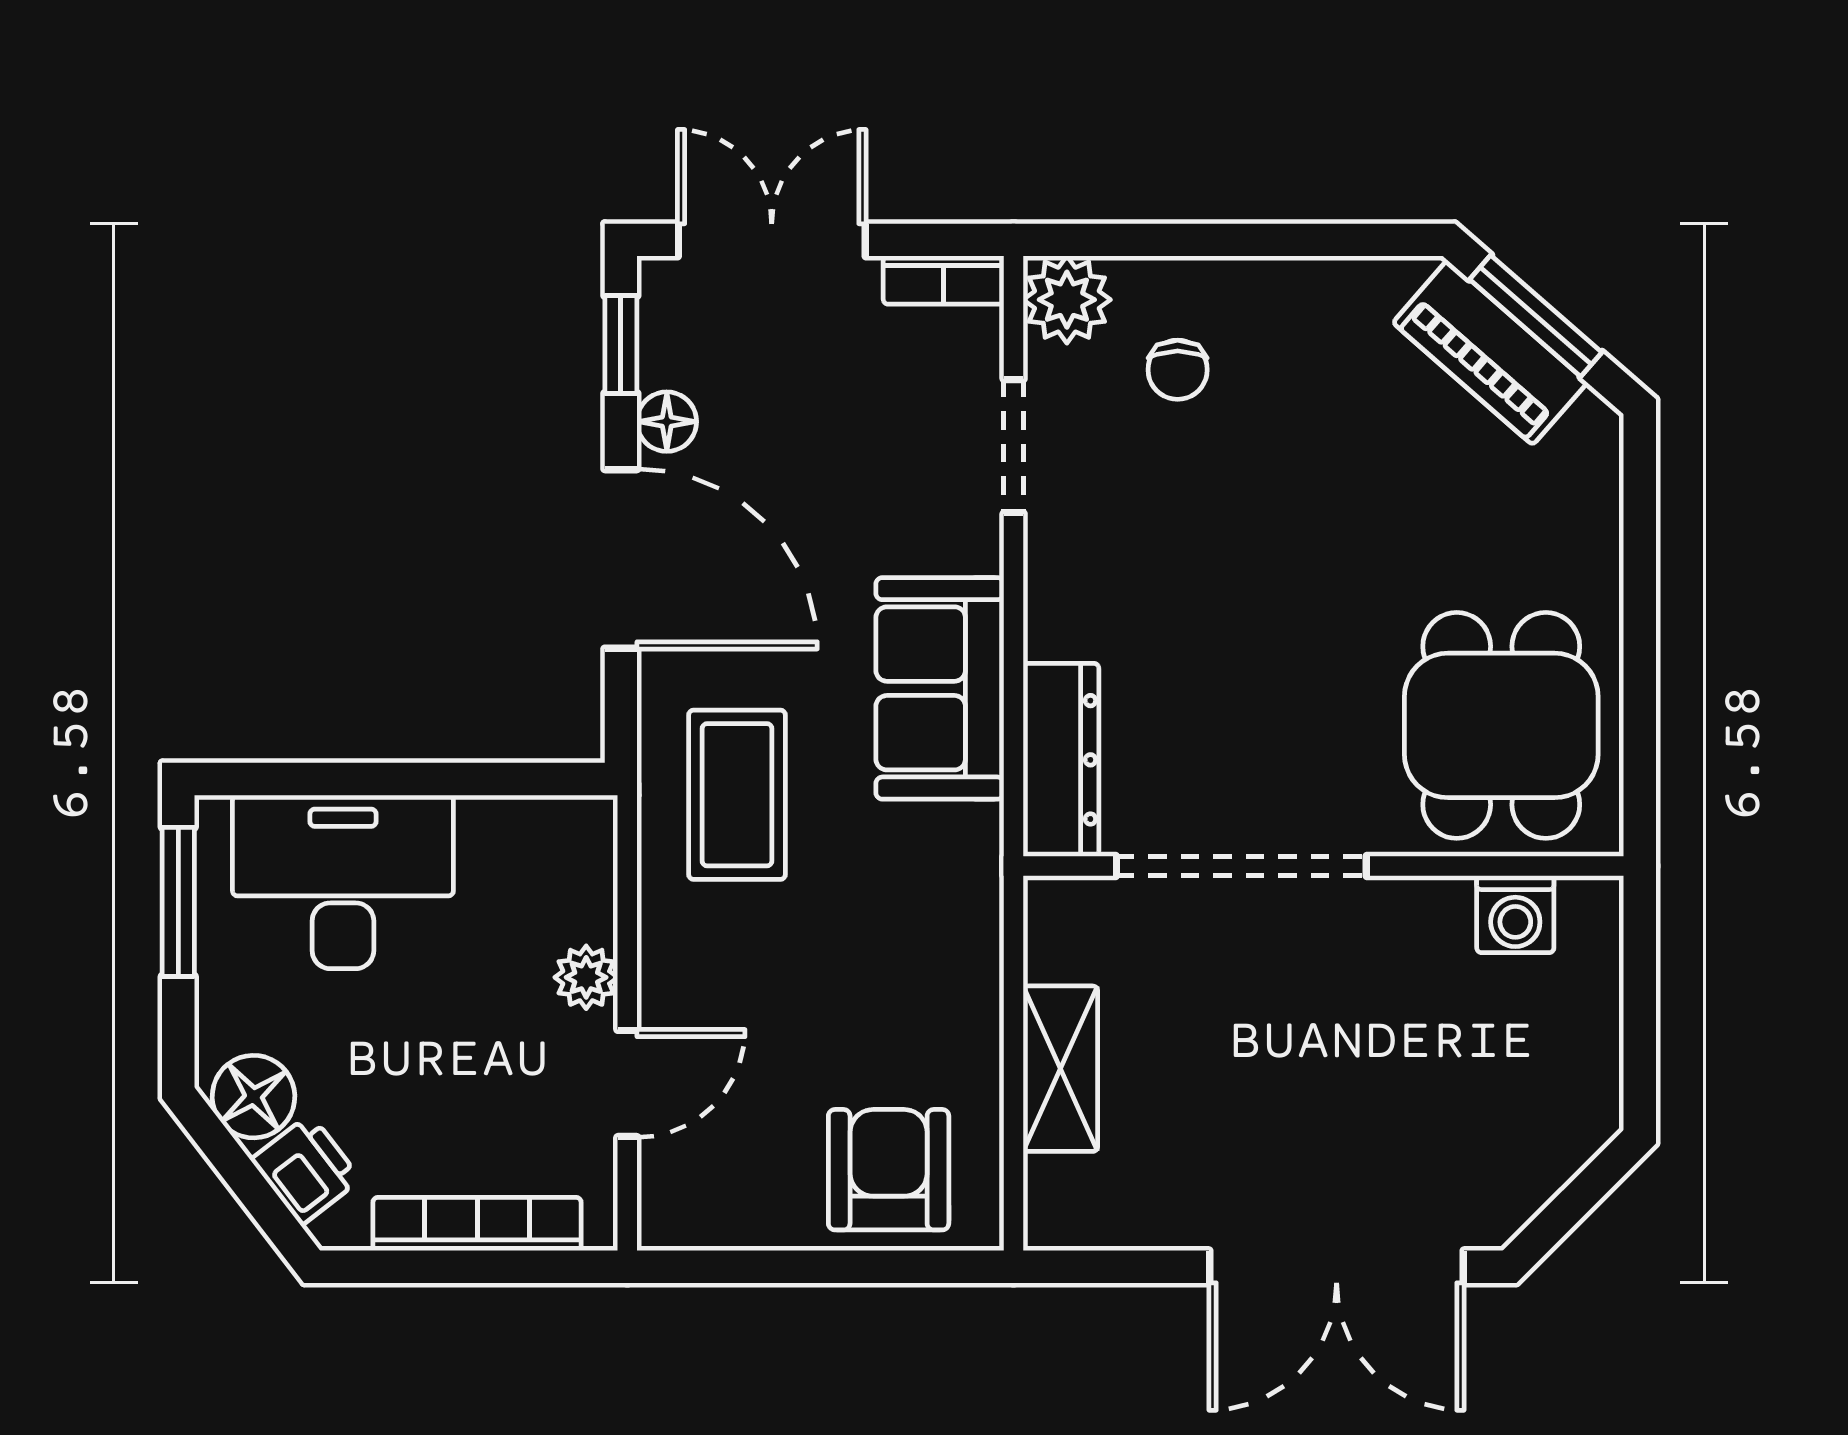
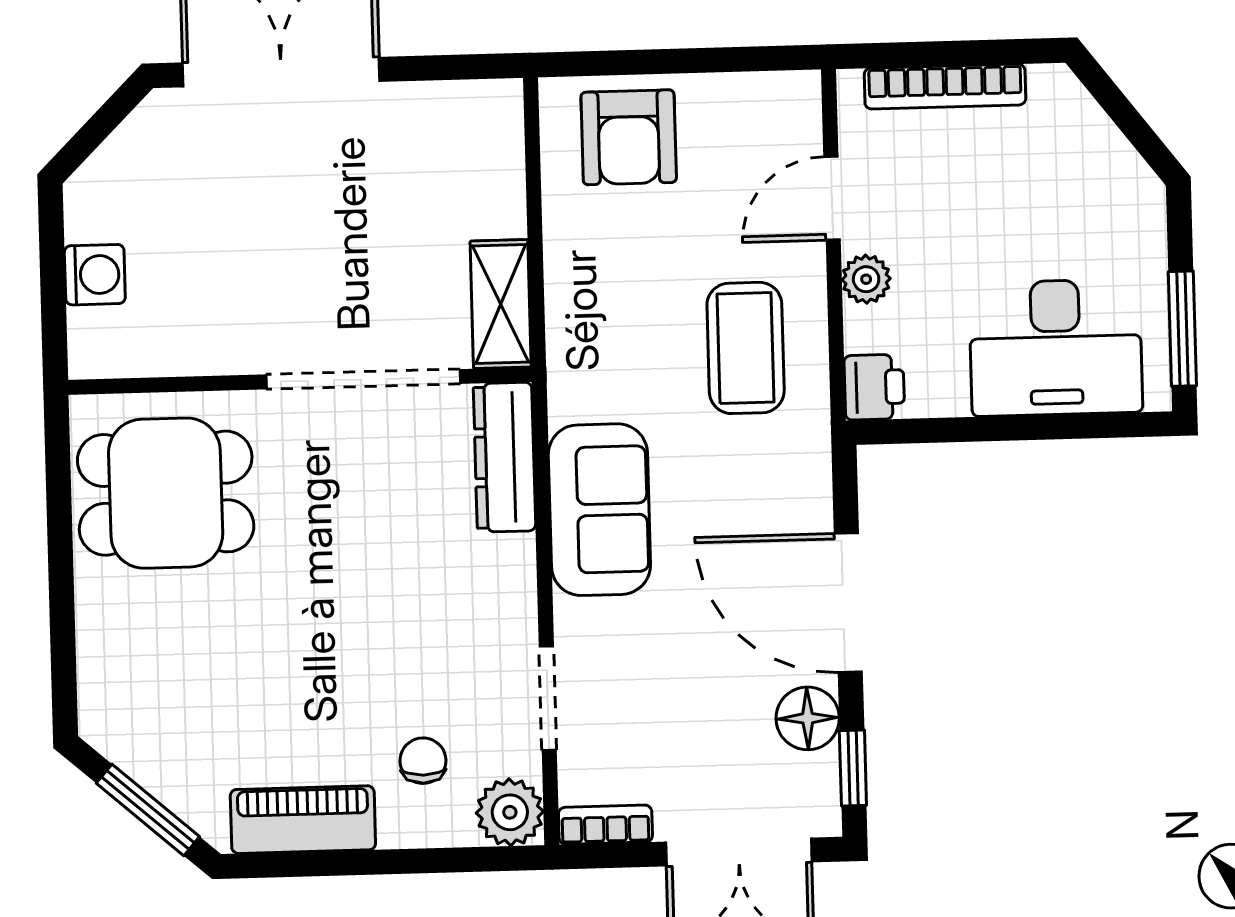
piano: (1490, 353) -> (303, 820), moved, turned -41
floor lamp: (667, 422) -> (808, 718), width x1.37, depth x1.37
dining table: (1501, 725) -> (166, 493), turned 90
coffee table: (737, 795) -> (746, 348), moved
washing machine: (1515, 914) -> (95, 275), moved, turned 90
shelving: (1060, 1069) -> (501, 304), moved
floor lamp: (253, 1097) -> (1120, 180), removed
printer: (306, 1170) -> (874, 387), moved, turned -142

